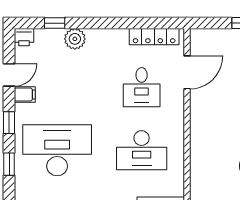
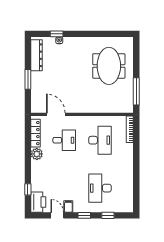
printer: (24, 37) -> (38, 202), width x1.87, depth x1.48
plant: (75, 39) -> (37, 154), moved
desk: (57, 150) -> (100, 188), width x0.73, depth x0.77

